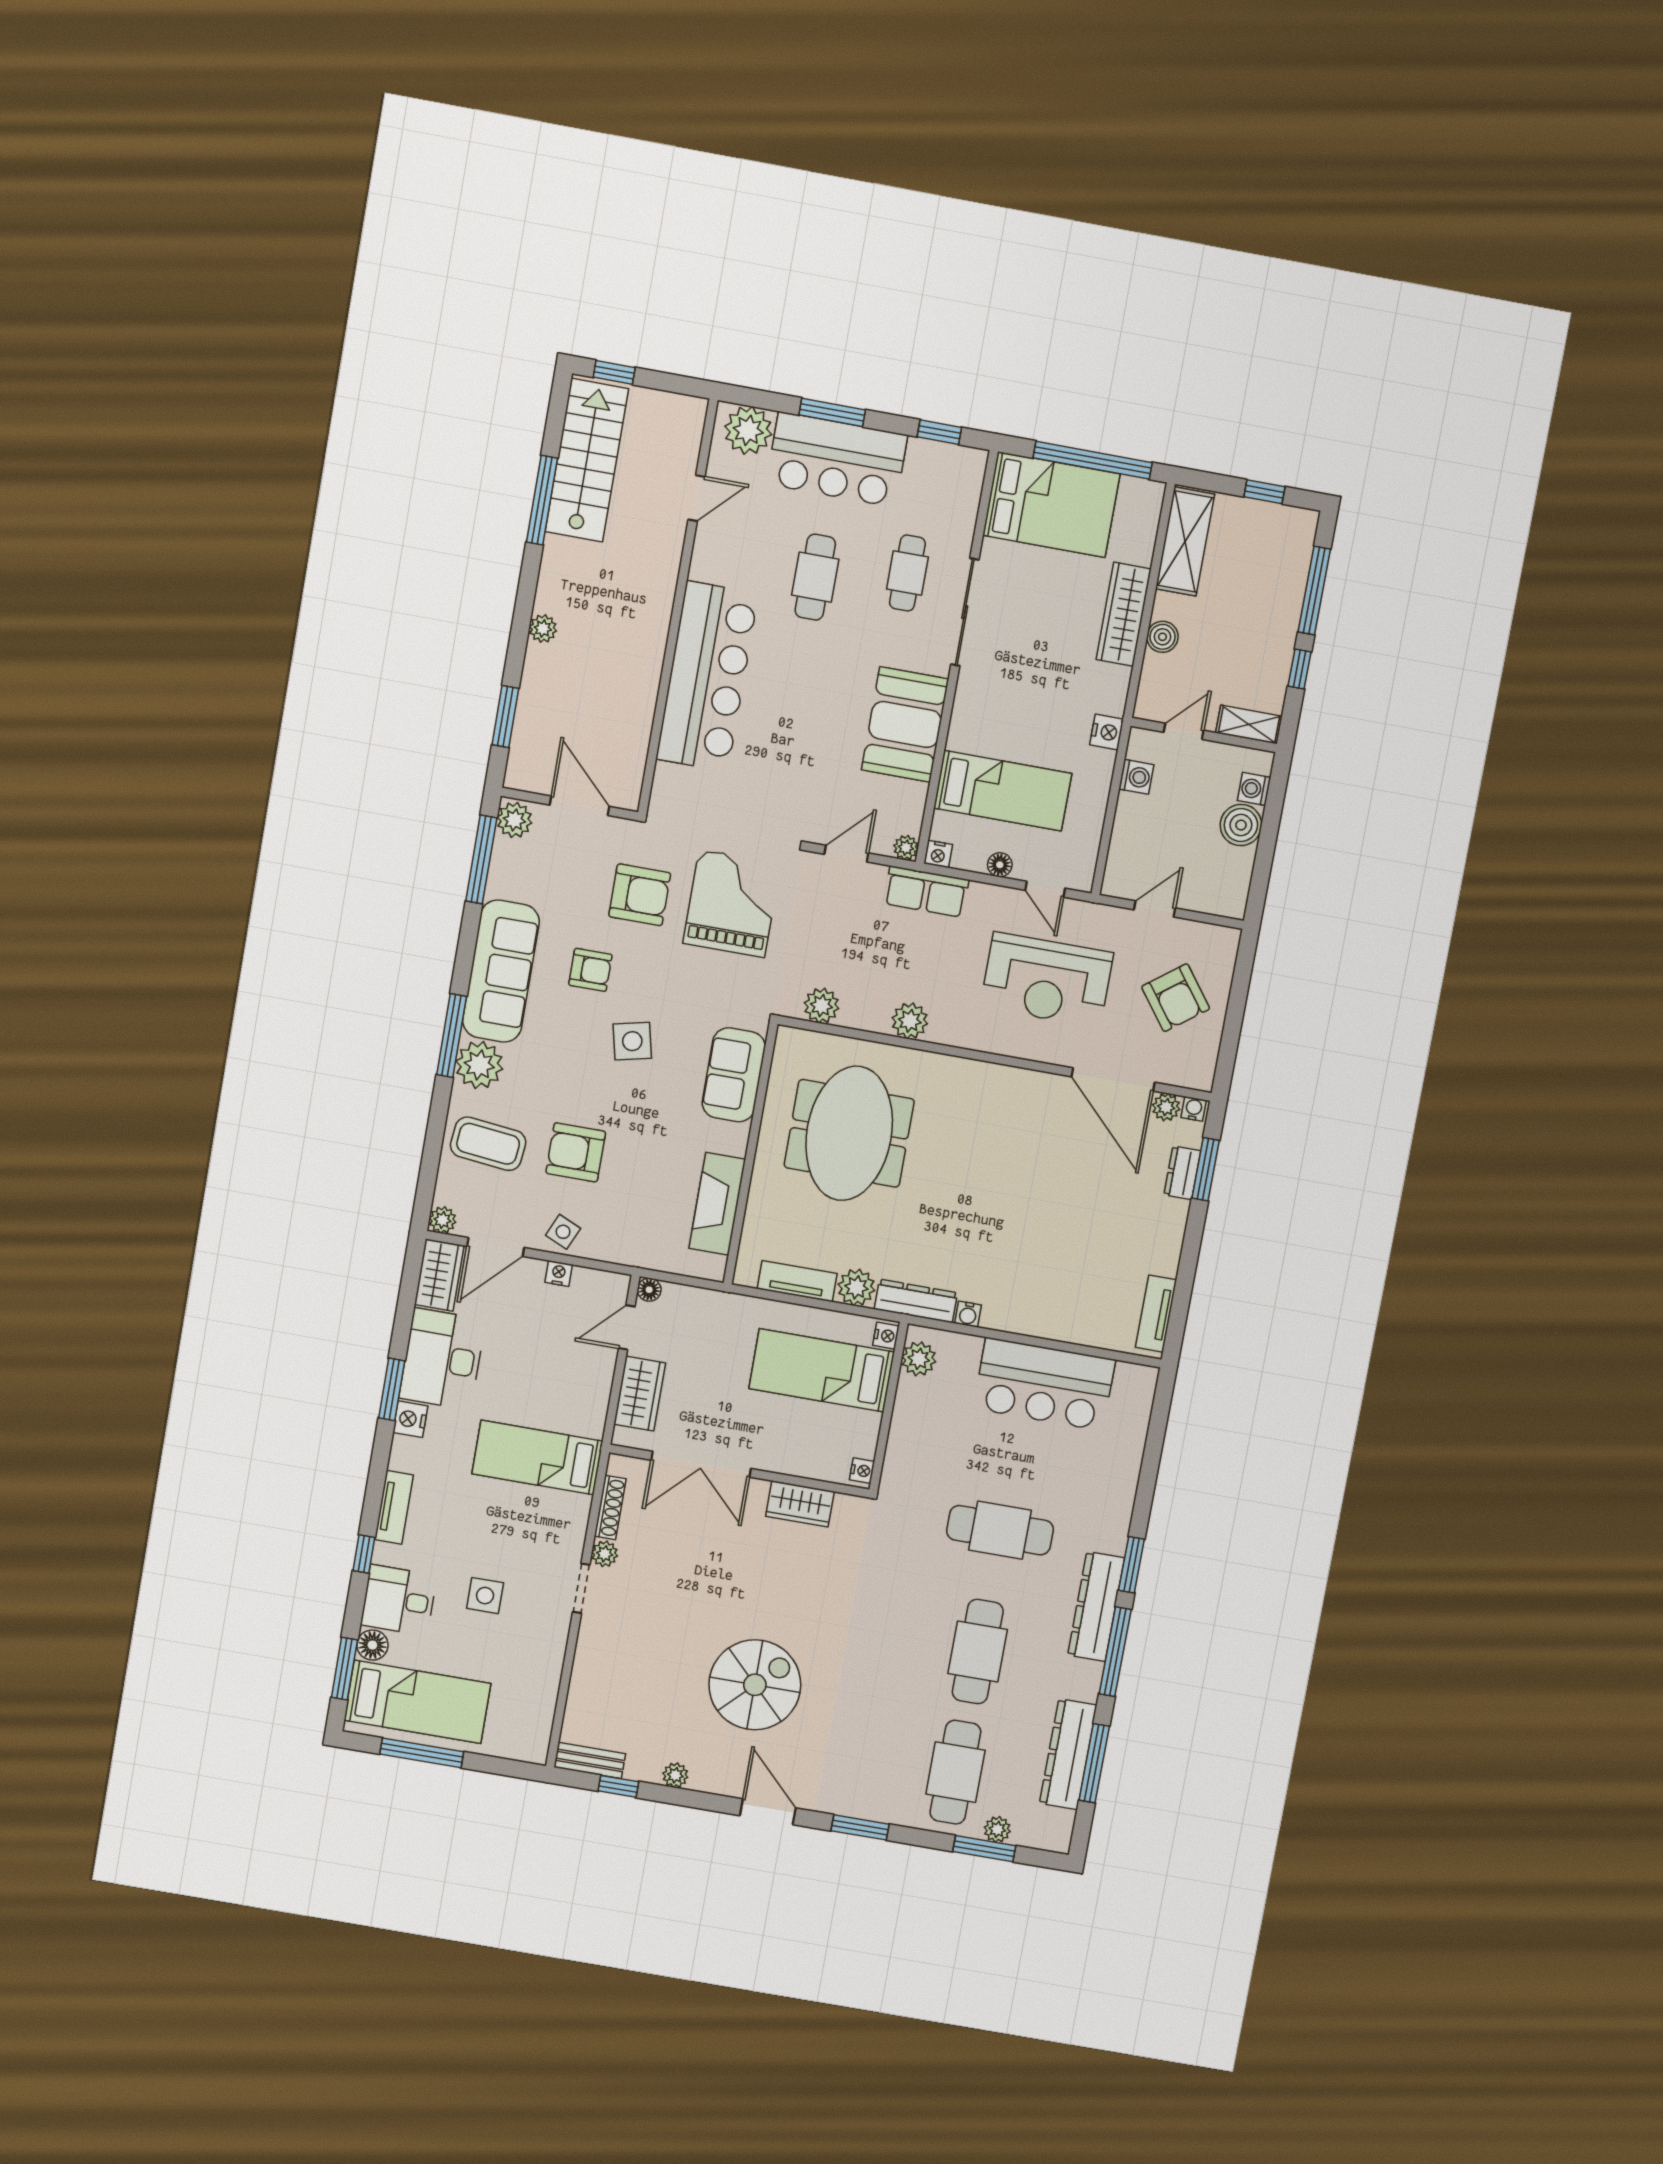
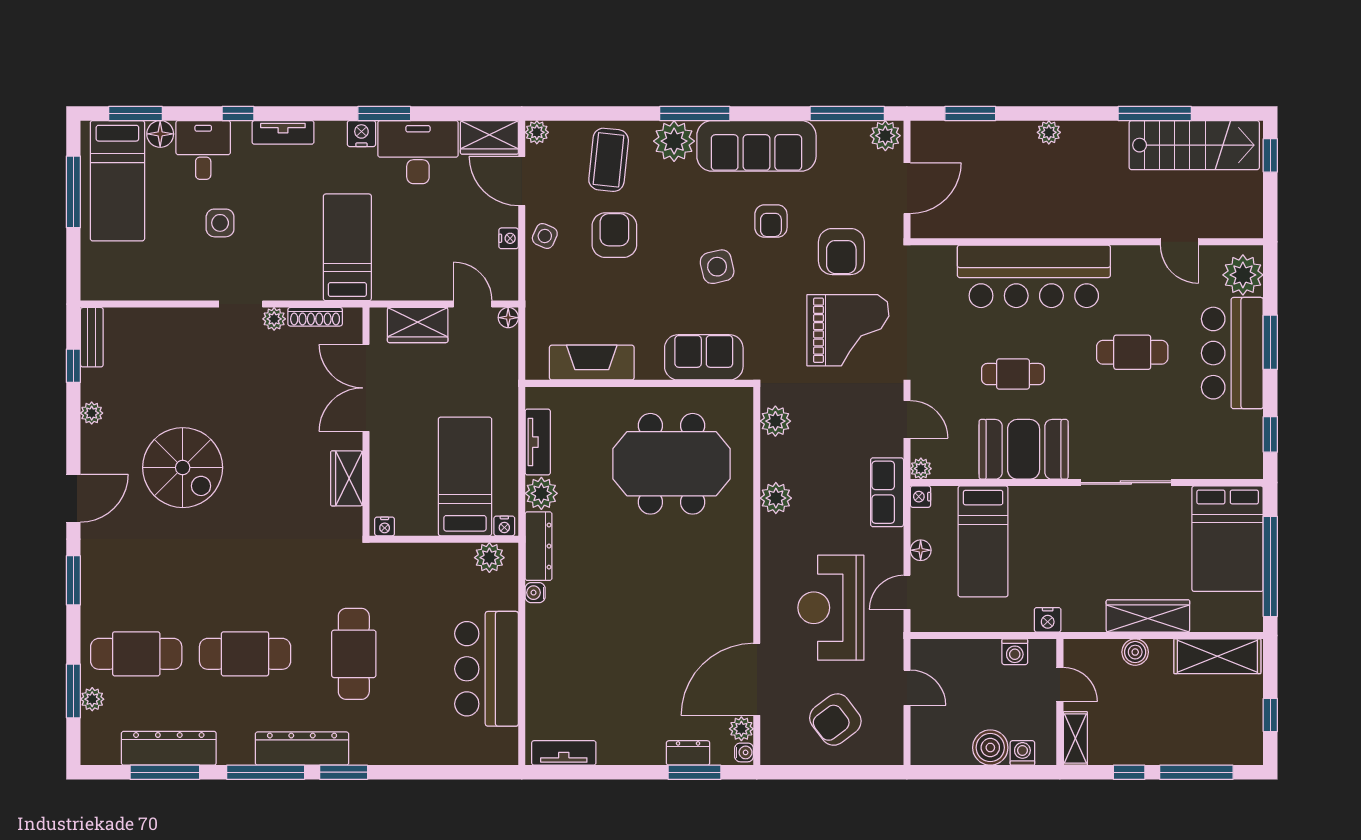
cafe table: (907, 573) -> (1013, 374), moved

